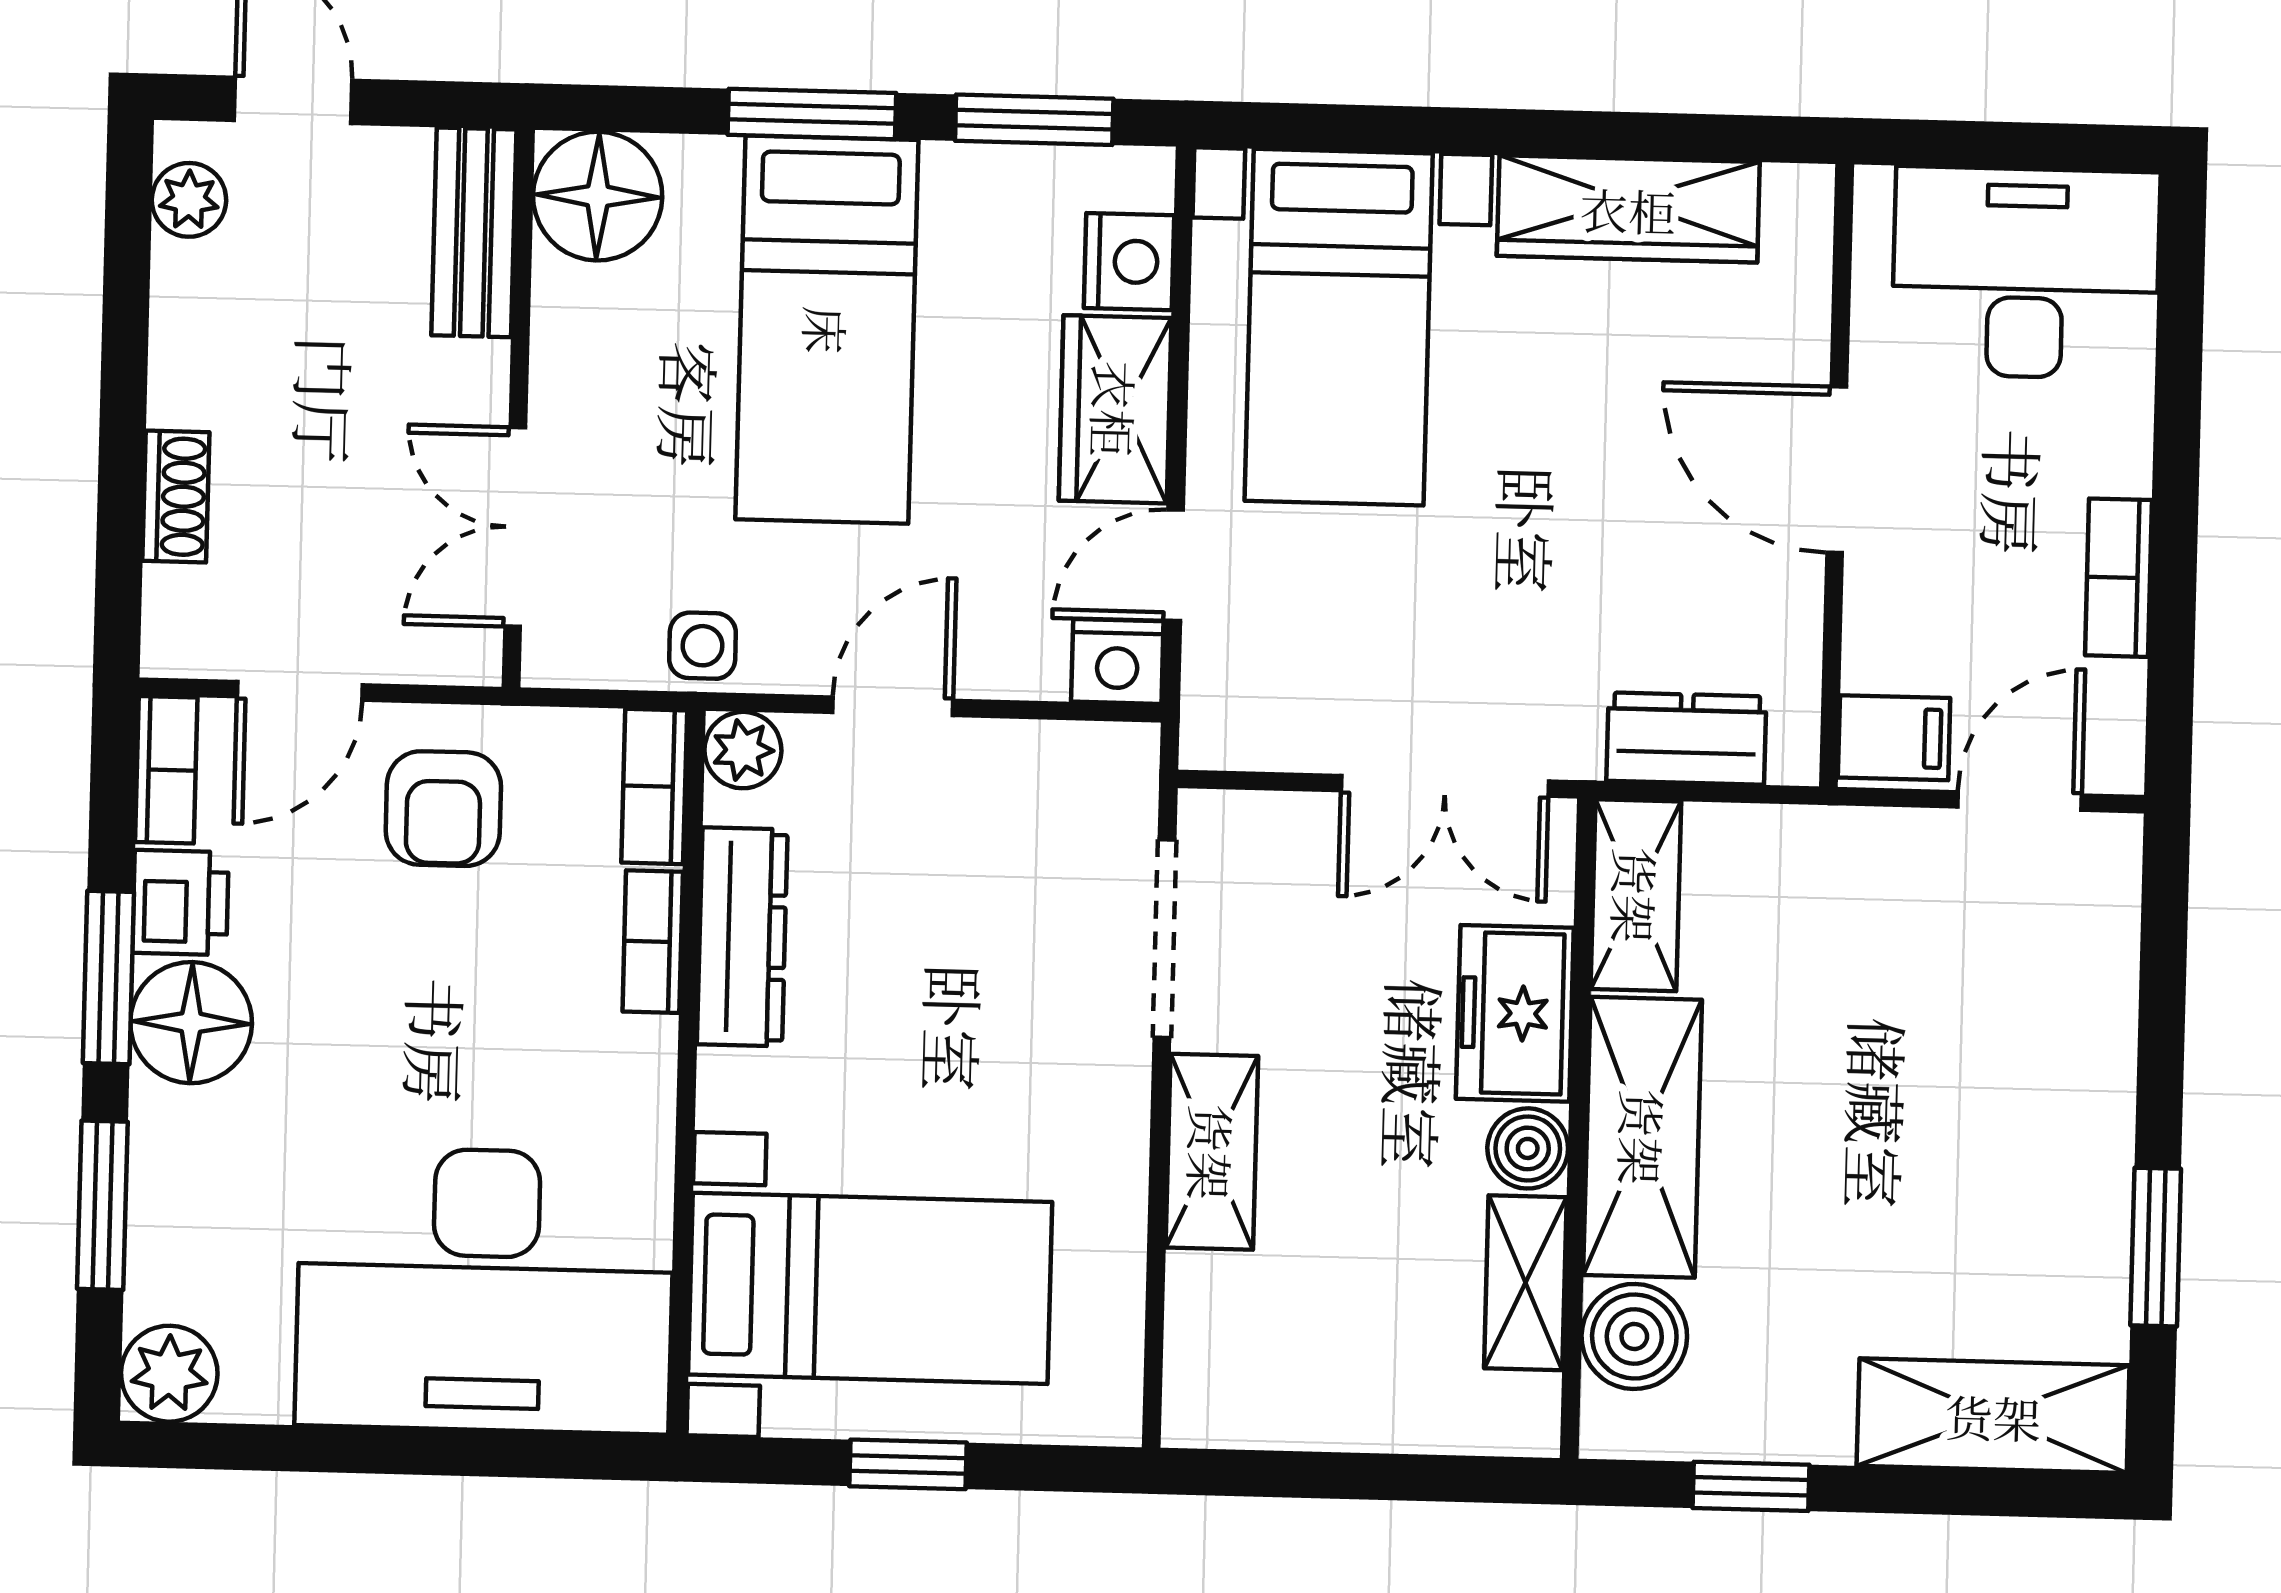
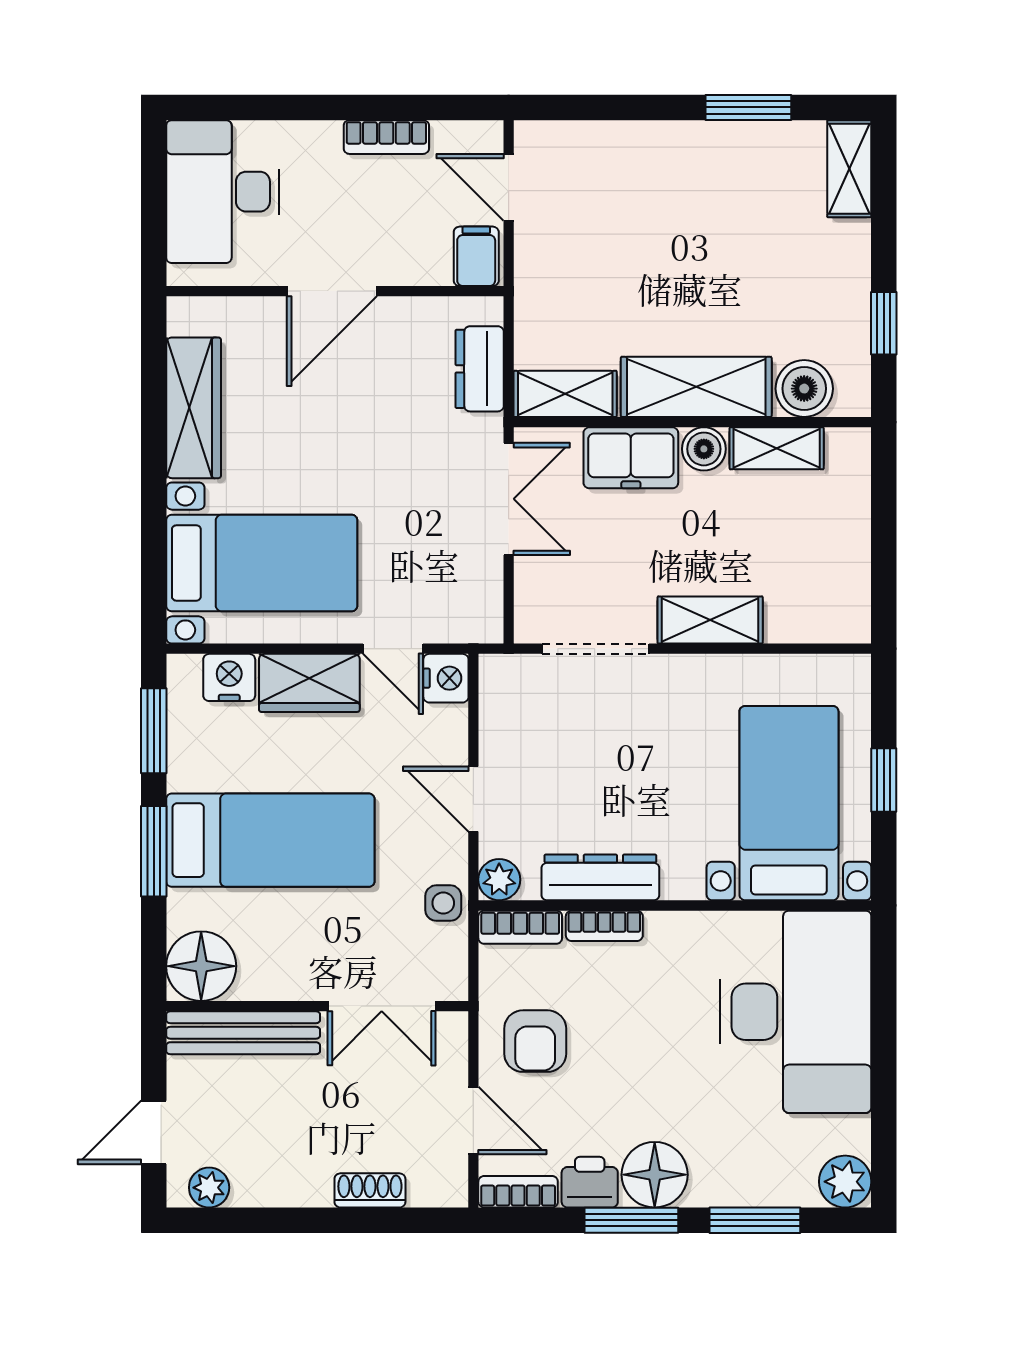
bench: (474, 232) -> (243, 1033), width x1.36
armchair: (443, 809) -> (535, 1041), turned 90
shelving: (1993, 1416) -> (849, 169), width x0.67, depth x0.75

